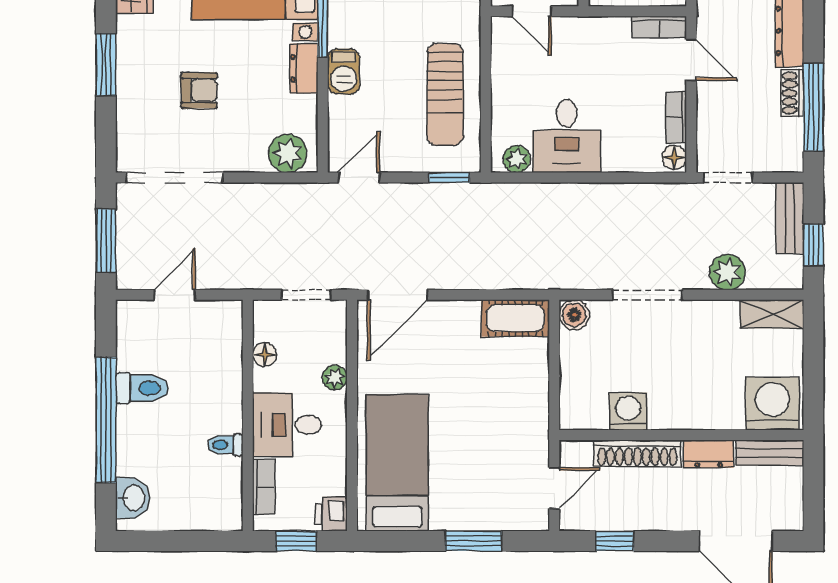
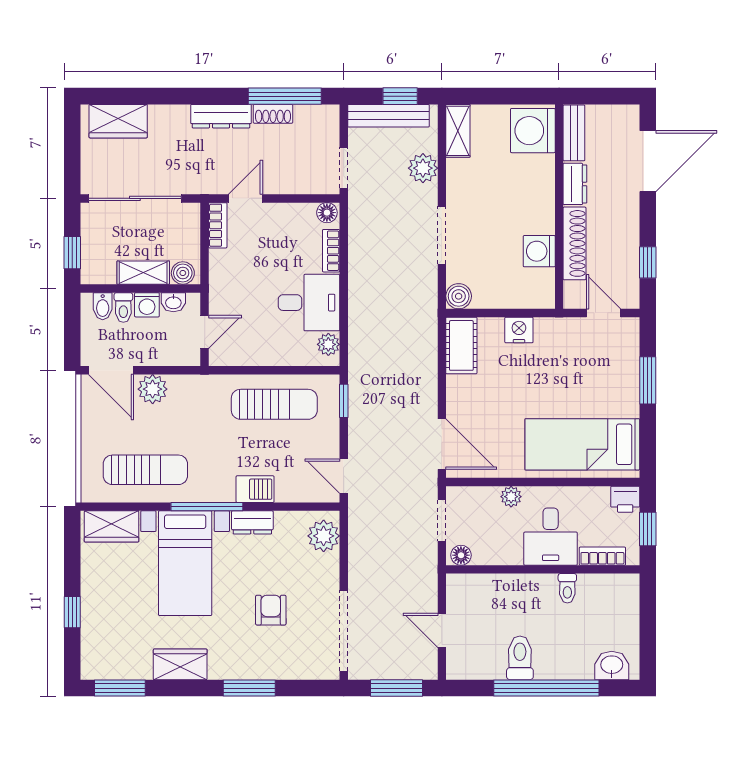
bookcase: (676, 117) -> (331, 251), moved, turned 90
bench: (790, 218) -> (388, 116), width x1.36
floor lamp: (265, 355) -> (461, 555), moved
nightstand: (534, 387) -> (519, 330), added

